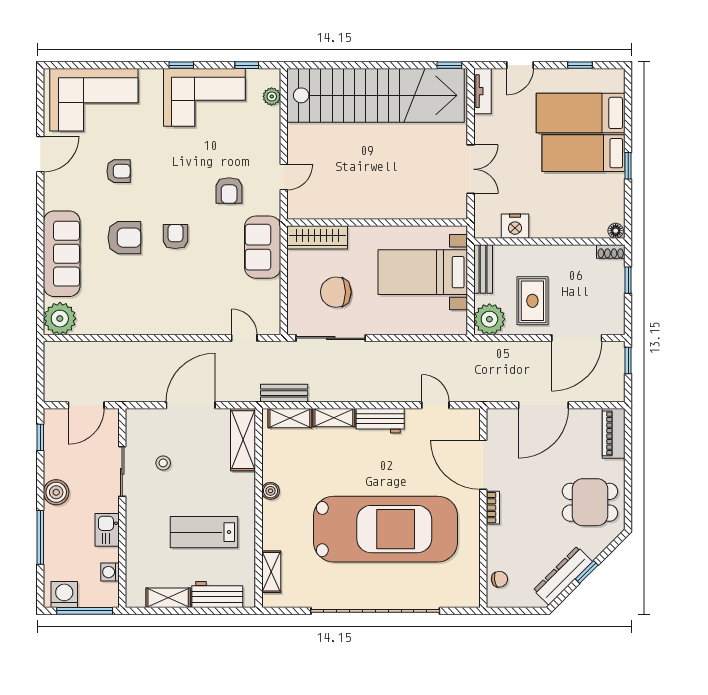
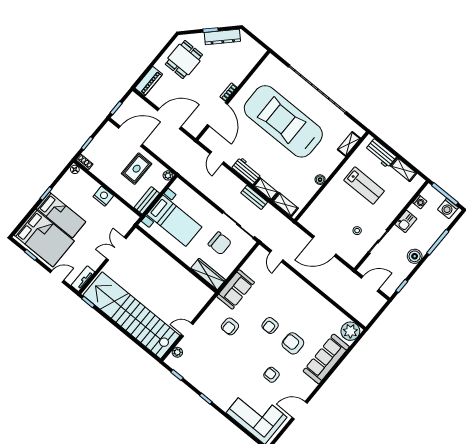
corner sofa: (204, 97) -> (207, 376), removed
bed: (581, 113) -> (44, 238), width x1.50
door: (284, 177) -> (187, 329), moved
armchair: (229, 190) -> (230, 326), turned 180
nightstand: (515, 226) -> (103, 196), moved
plant: (489, 319) -> (168, 175), width x0.53, depth x0.53
bench: (284, 393) -> (254, 197), moved
shelving: (243, 440) -> (314, 212), removed
dining table: (590, 502) -> (184, 59), turned 90
chair: (499, 579) -> (251, 58), removed

